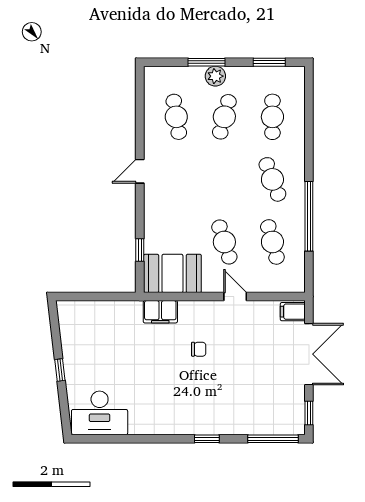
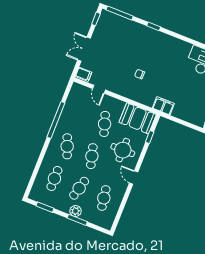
door: (140, 171) -> (134, 177), swing flipped
round table: (176, 210) -> (123, 150), added
cafe table: (272, 242) -> (92, 156), moved
door: (235, 297) -> (99, 89), moved
filing cabinet: (160, 312) -> (163, 106), moved
double door: (309, 354) -> (84, 49), width x0.73

